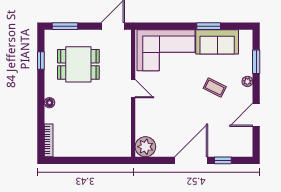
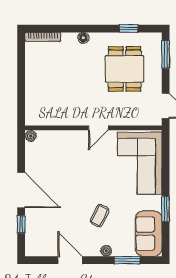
sofa: (217, 42) -> (149, 234), moved
plant: (145, 147) -> (31, 136), width x0.53, depth x0.53

